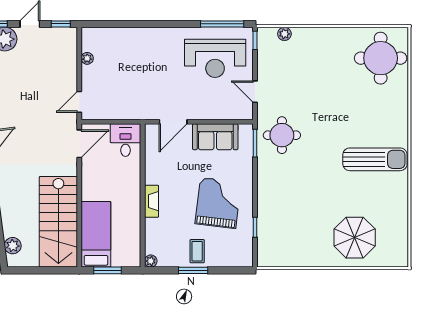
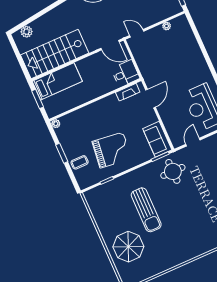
door: (173, 122) -> (151, 99), swing flipped
sofa: (215, 137) -> (157, 139), moved
sun lounger: (375, 159) -> (146, 210), moved
fireplace: (151, 201) -> (128, 92), moved
coffee table: (197, 251) -> (80, 162), moved

